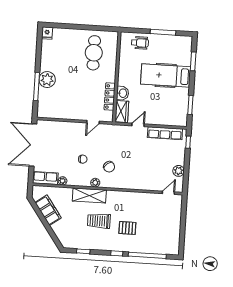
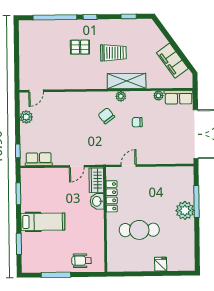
fridge: (47, 33) -> (161, 264), moved
cafe table: (94, 53) -> (139, 230), moved, turned 90
hospital bed: (166, 75) -> (43, 222), width x0.73, depth x0.78
row of seats: (165, 133) -> (39, 159), width x0.68

